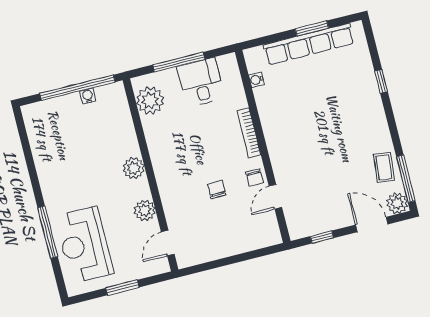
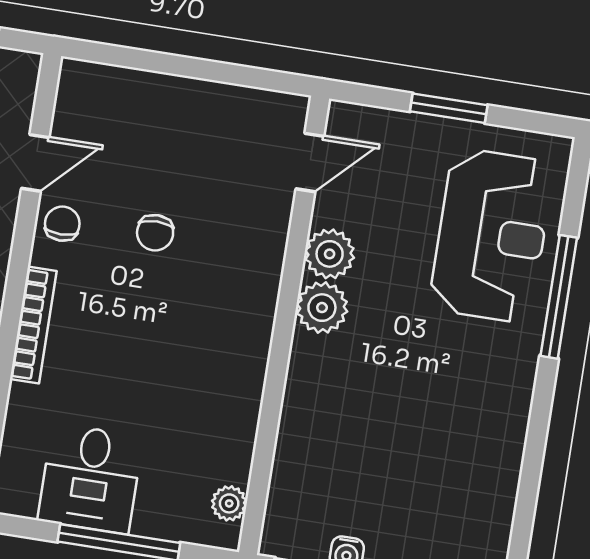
plant: (150, 101) -> (229, 503), width x0.53, depth x0.53
plant: (134, 168) -> (322, 308), moved

